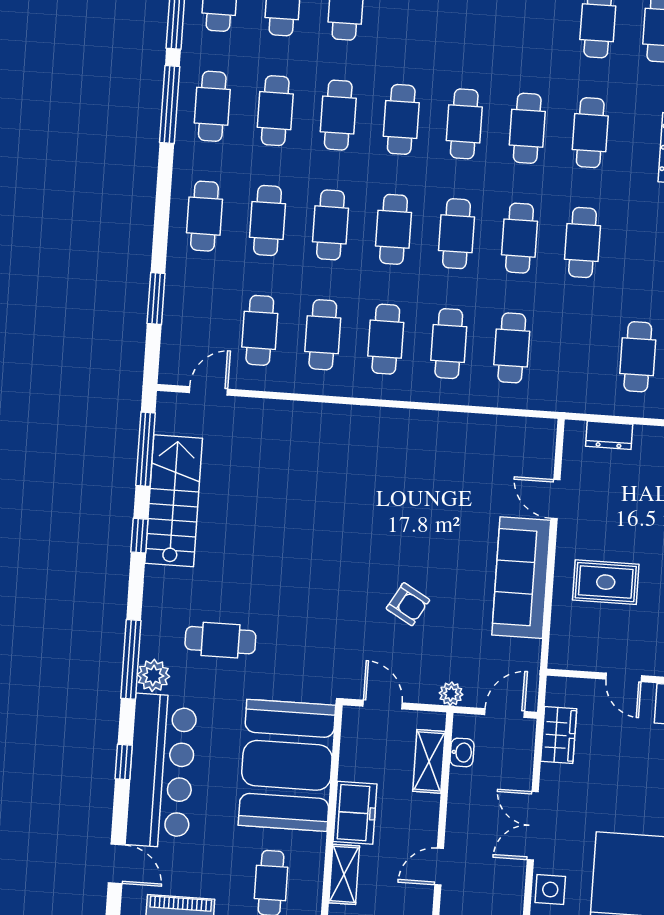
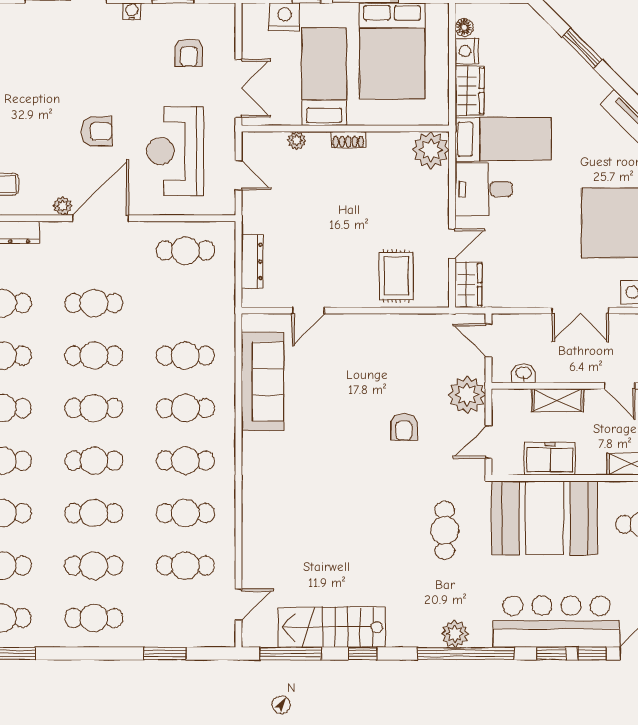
door: (209, 391) -> (239, 605), swing flipped
dresser: (609, 435) -> (252, 262), width x1.44
sofa: (521, 578) -> (262, 381), moved, turned -90
rug: (606, 582) -> (396, 276), moved
armchair: (408, 604) -> (404, 427), turned 150
cafe table: (220, 640) -> (445, 530), moved
window: (131, 659) -> (466, 653), width x1.46
plant: (153, 675) -> (455, 634), moved
plant: (451, 694) -> (467, 395), width x1.88, depth x1.88
wardrobe: (559, 735) -> (468, 285), moved, turned 90
shelving: (429, 761) -> (558, 400), moved
window: (120, 811) -> (592, 653), added
freezer: (355, 813) -> (550, 459), moved

